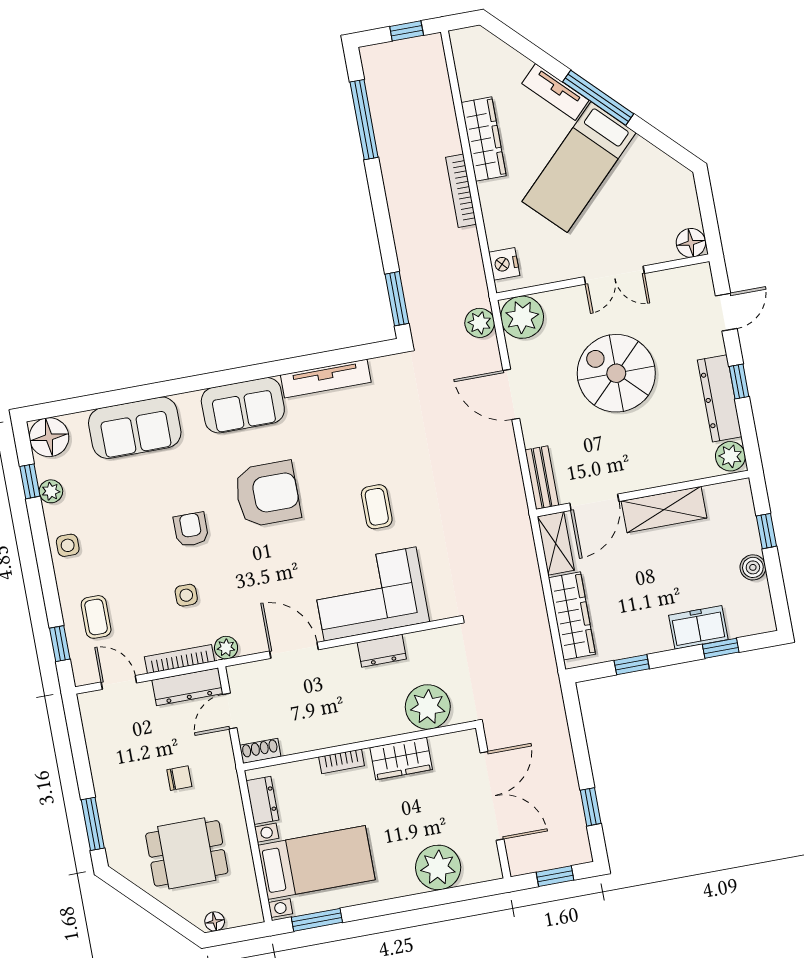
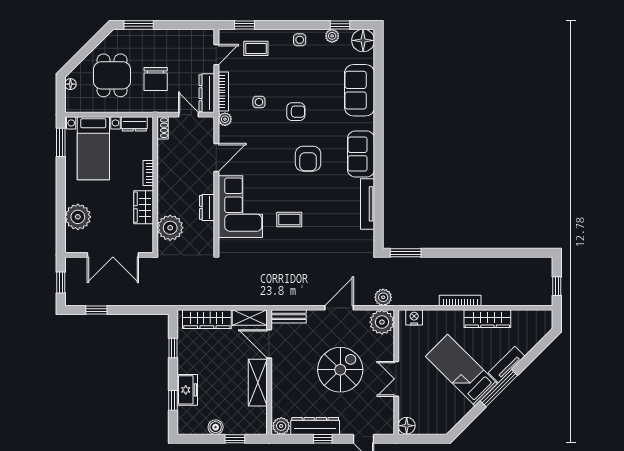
window: (364, 120) -> (511, 253), removed
armchair: (267, 494) -> (308, 159), width x0.73, depth x0.73
chair: (179, 778) -> (156, 79), width x1.87, depth x1.87

